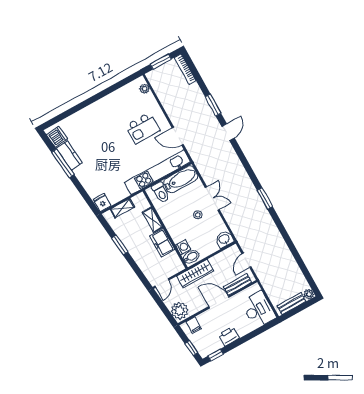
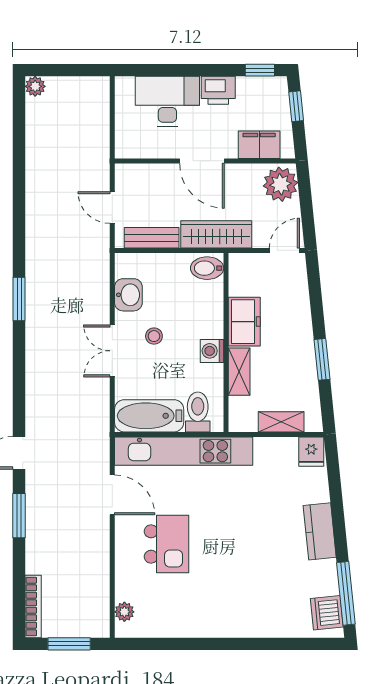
kitchen island: (143, 128) -> (166, 544), turned 90
kitchen counter: (69, 155) -> (320, 531), moved
window: (63, 163) -> (346, 593), moved
washbasin: (224, 239) -> (128, 295), moved, turned -90
washing machine: (183, 247) -> (212, 351), moved
door: (247, 260) -> (112, 208), swing flipped
bench: (237, 284) -> (152, 238), moved
bench: (292, 304) -> (75, 87), removed
desk: (258, 310) -> (167, 101), moved, turned 90
filing cabinet: (194, 325) -> (259, 145), width x2.00

